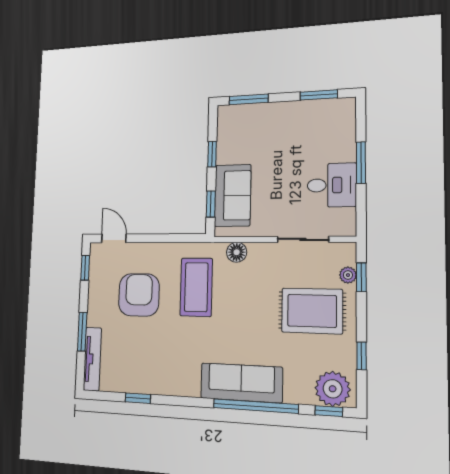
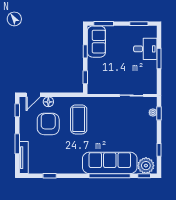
desk: (332, 185) -> (145, 49), moved
sofa: (233, 195) -> (96, 42), moved
door: (114, 238) -> (33, 95), swing flipped
floor lamp: (237, 252) -> (48, 102), moved
rug: (312, 311) -> (136, 130), removed
sofa: (241, 383) -> (110, 163), width x1.36, depth x1.27

